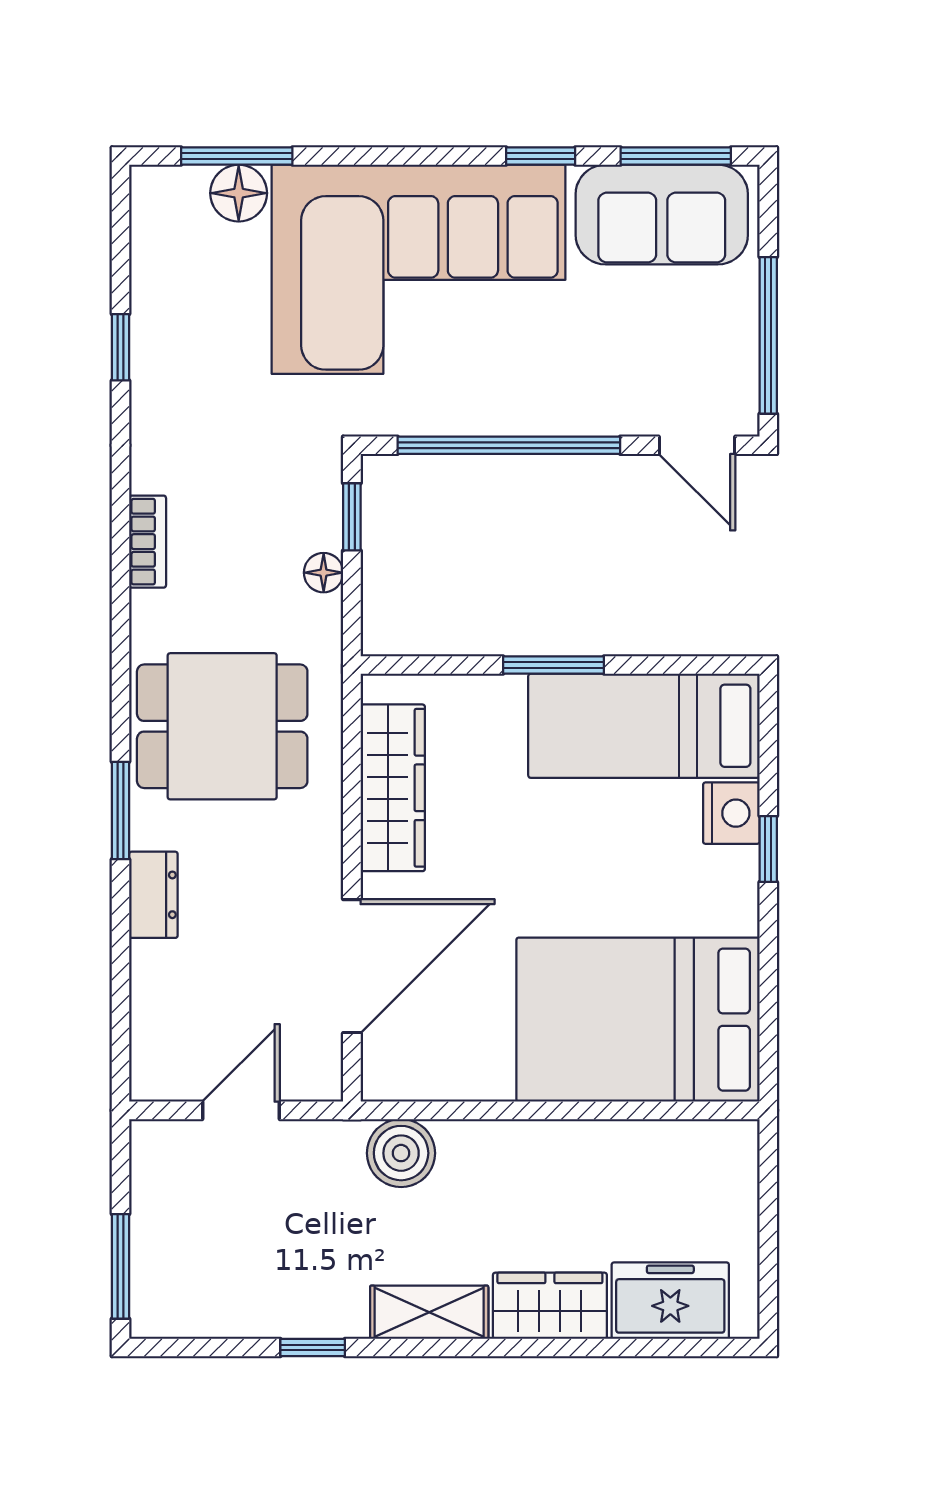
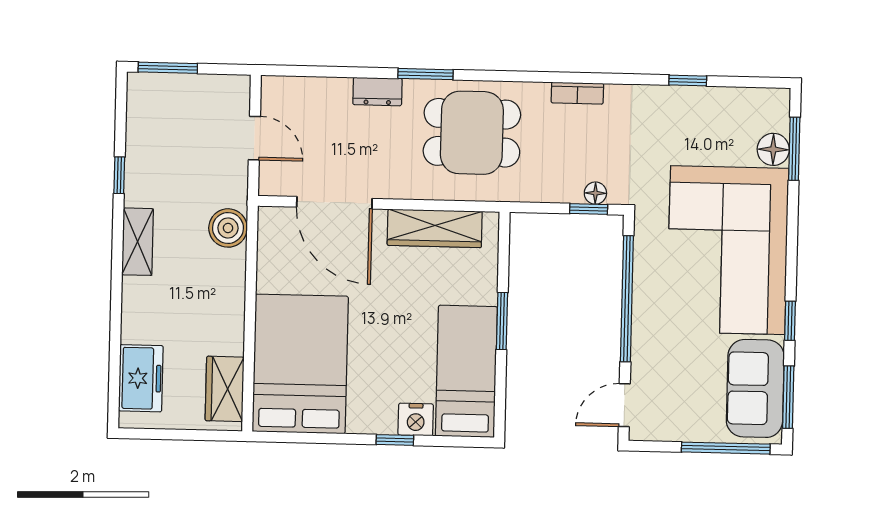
window: (768, 335) -> (726, 448), moved
floor lamp: (324, 573) -> (595, 193), moved
dining table: (222, 726) -> (472, 133), turned 90
wardrobe: (550, 1306) -> (225, 389), moved, turned 180

